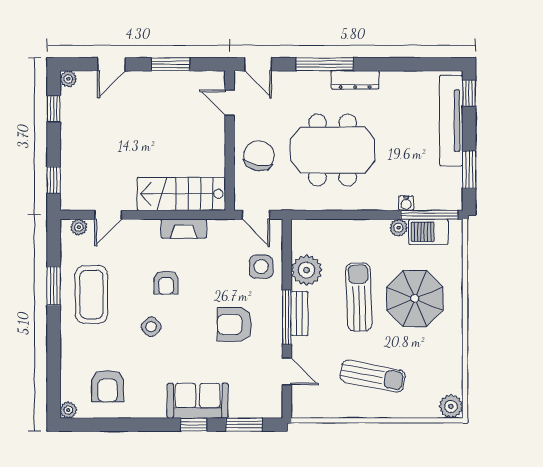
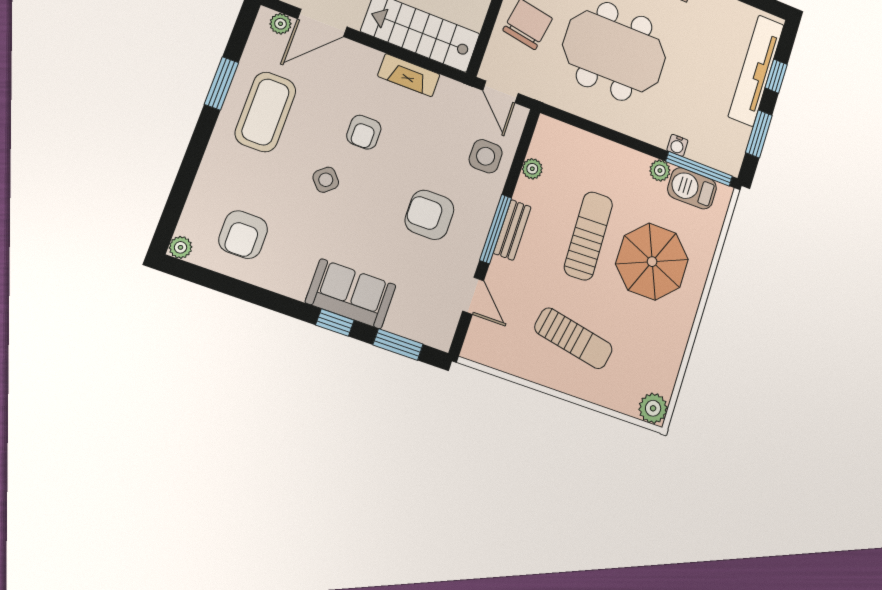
window: (469, 93) -> (776, 76), moved
door: (108, 215) -> (322, 23), width x1.38
plant: (306, 270) -> (532, 169), width x0.53, depth x0.53

